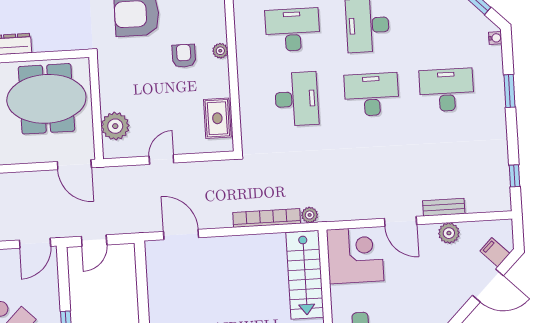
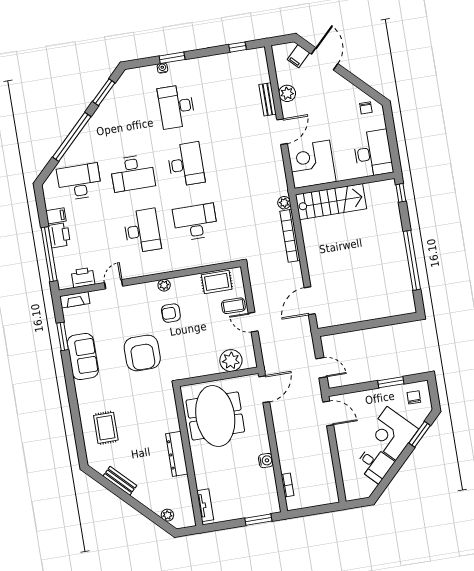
desk: (292, 30) -> (142, 231), turned 180
water cooler: (495, 38) -> (162, 68), moved
desk: (372, 94) -> (186, 164), turned 180
coffee table: (185, 137) -> (233, 306), added

